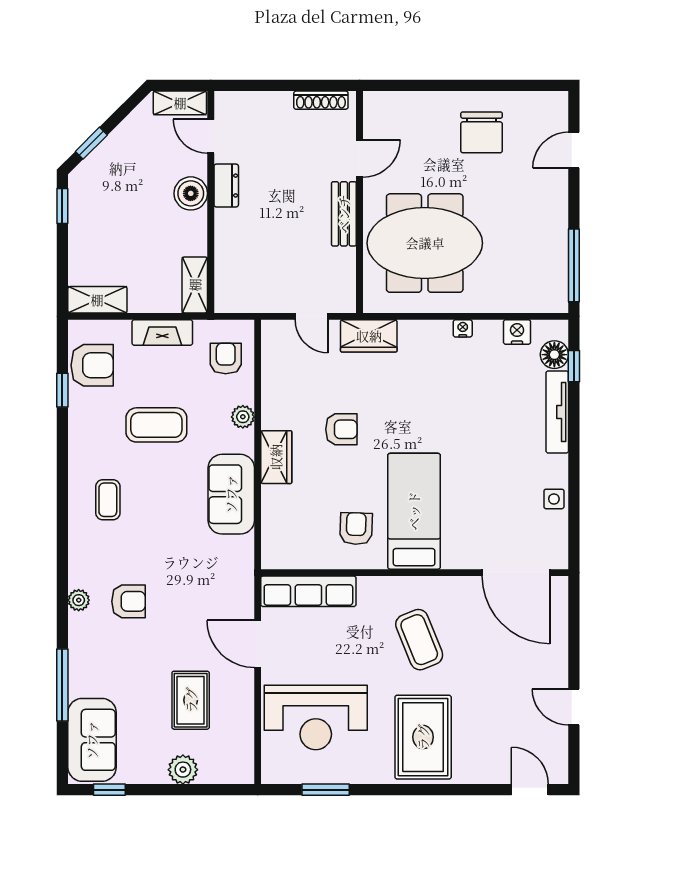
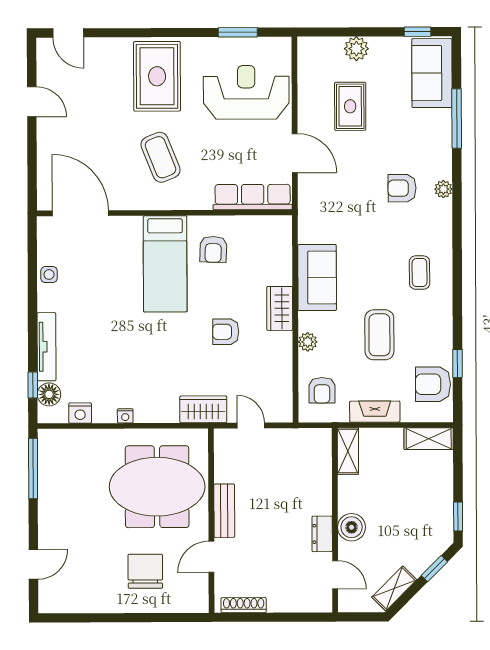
shelving: (180, 103) -> (394, 588), moved, turned -45
chair: (482, 132) -> (145, 571), moved
coffee table: (156, 425) -> (379, 335), turned 90

